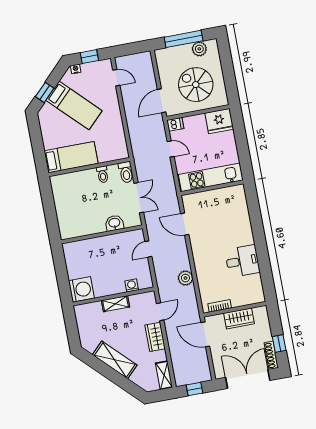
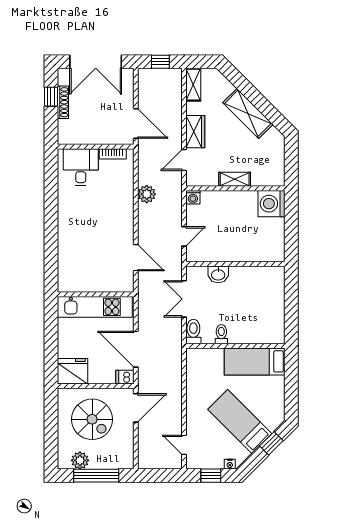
door: (171, 149) -> (136, 349), width x1.87
desk: (242, 261) -> (81, 167), moved, turned 90
washing machine: (132, 285) -> (193, 197), moved
wardrobe: (239, 318) -> (93, 135), removed
shoe rack: (271, 355) -> (63, 102), moved

